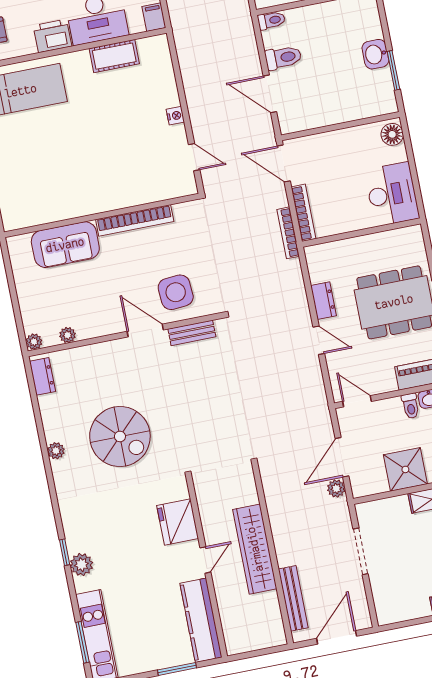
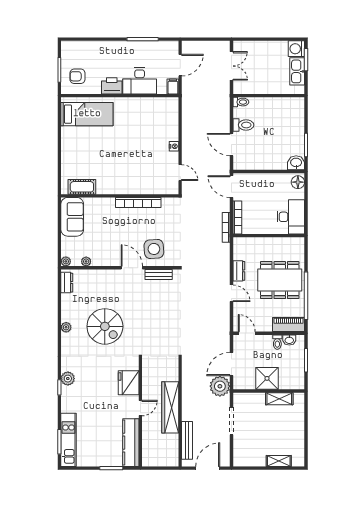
washbasin: (375, 54) -> (296, 163), moved, turned 90
cot: (114, 56) -> (82, 187), moved
sofa: (65, 245) -> (72, 217), moved, turned -90
plant: (336, 489) -> (220, 386), width x1.87, depth x1.87
plant: (81, 565) -> (68, 379), moved

